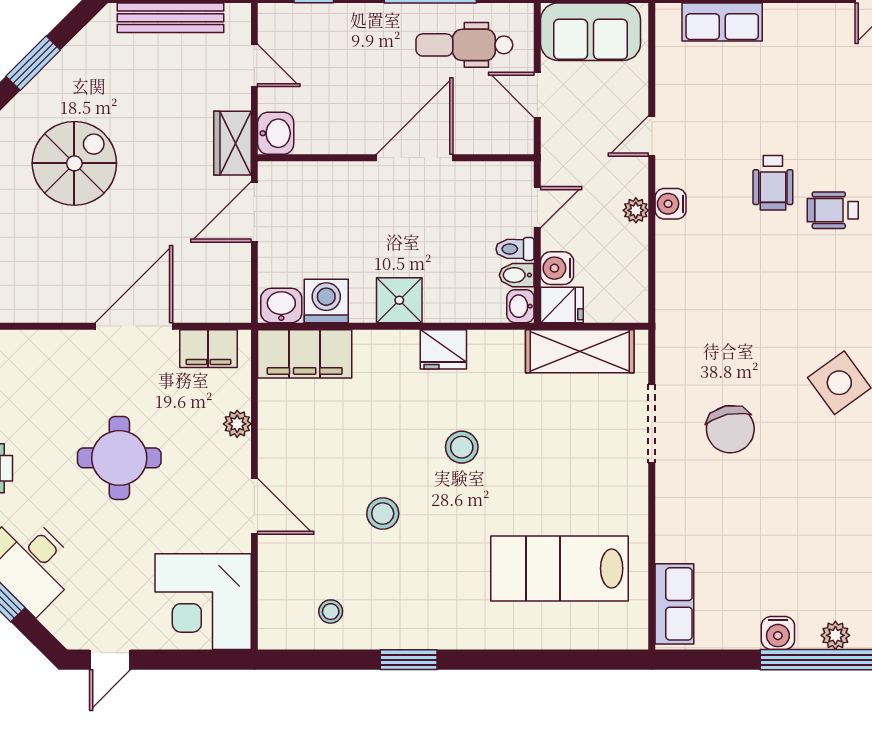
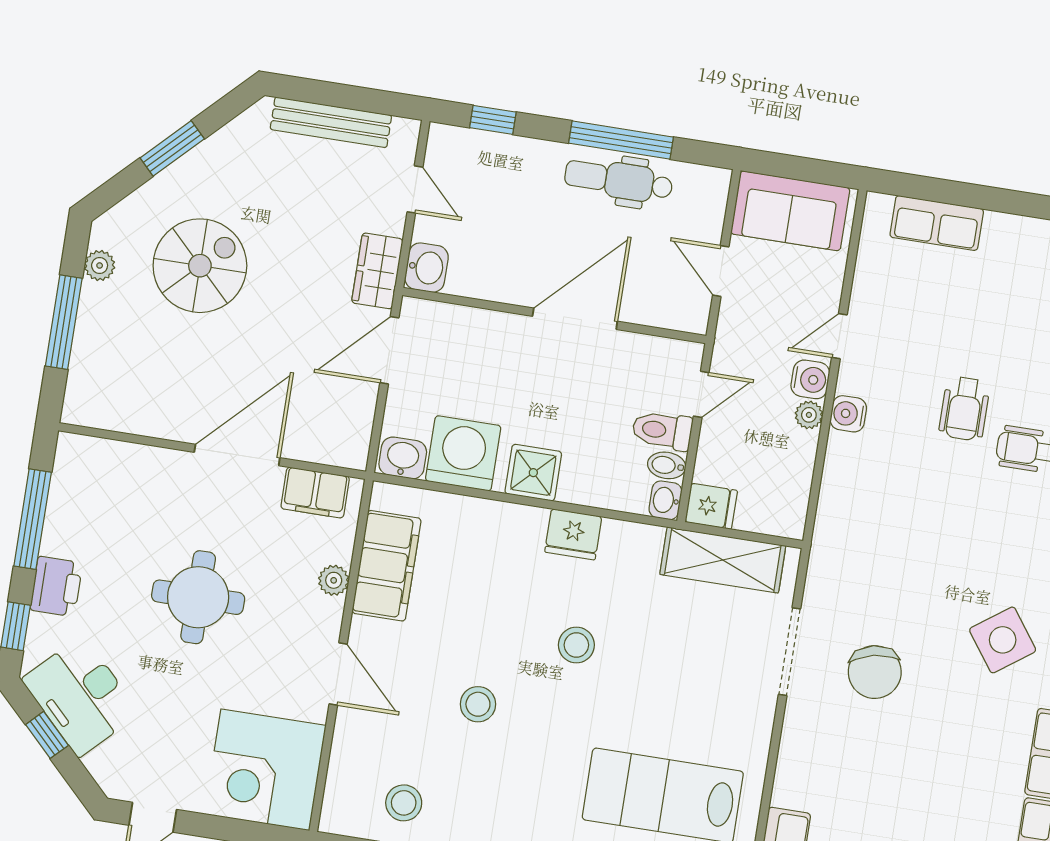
dental chair: (464, 45) -> (619, 180), moved
toilet: (515, 249) -> (662, 430), width x1.37, depth x1.39
water cooler: (557, 268) -> (810, 379), moved, turned 180
washing machine: (326, 301) -> (463, 453), width x1.37, depth x1.37
filing cabinet: (305, 354) -> (387, 566), moved, turned -90
stool: (331, 612) -> (404, 803), width x1.37, depth x1.37

